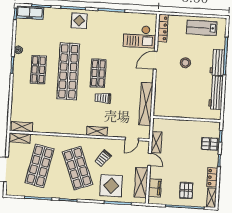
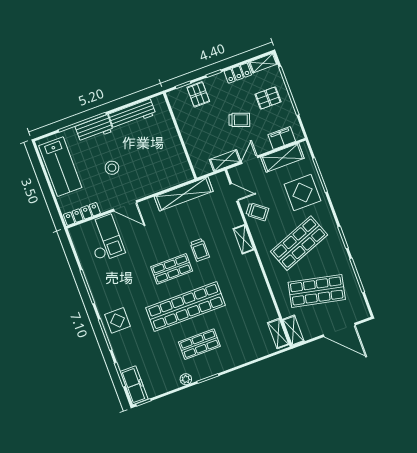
lab bench: (202, 28) -> (60, 167), width x1.36, depth x1.39
trolley: (103, 158) -> (257, 212), moved
trolley: (180, 164) -> (239, 120), added

